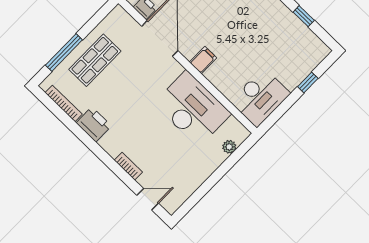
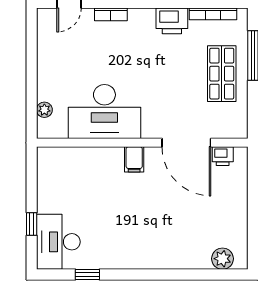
desk: (260, 97) -> (58, 242), moved

